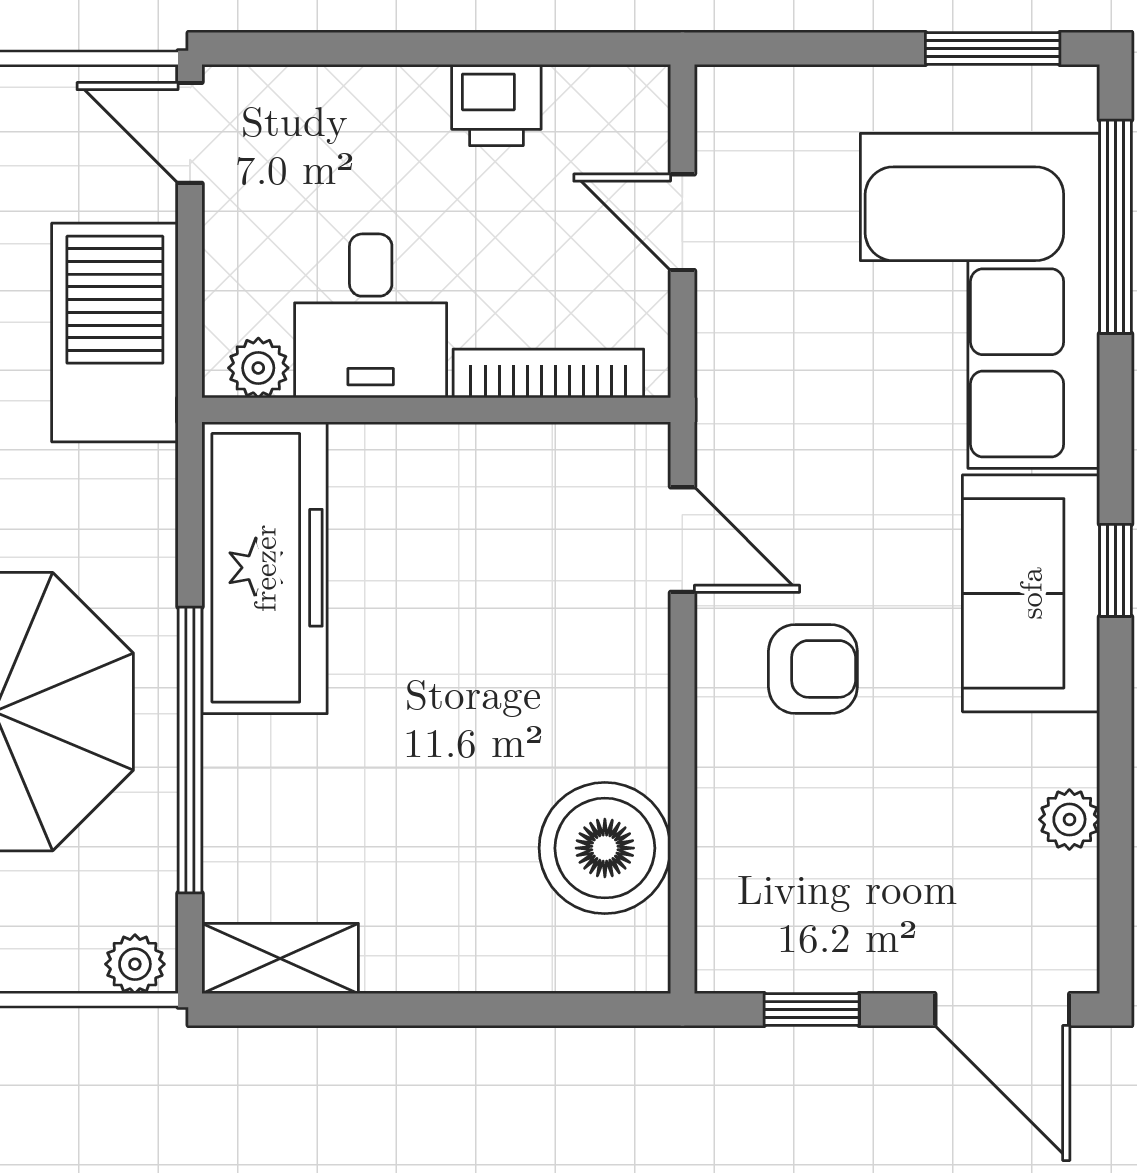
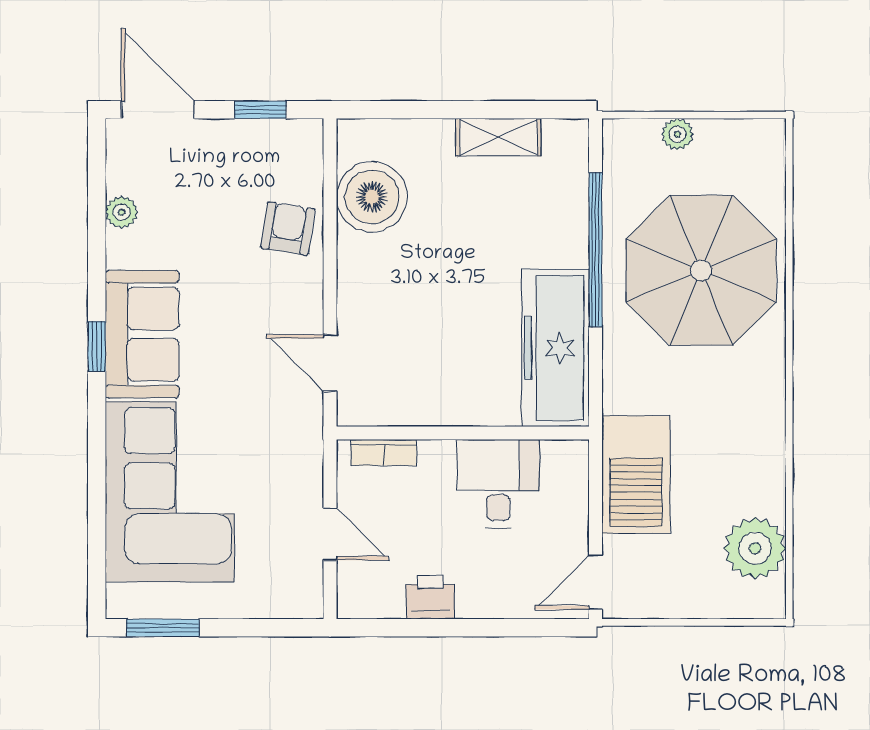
door: (190, 133) -> (596, 582), swing flipped
window: (1115, 227) -> (97, 532), removed
plant: (258, 368) -> (559, 456), removed
bookcase: (548, 374) -> (384, 453), width x0.64
armchair: (813, 669) -> (288, 228), moved, turned 99
shelving: (280, 958) -> (498, 137), moved
plant: (135, 964) -> (677, 134), moved

